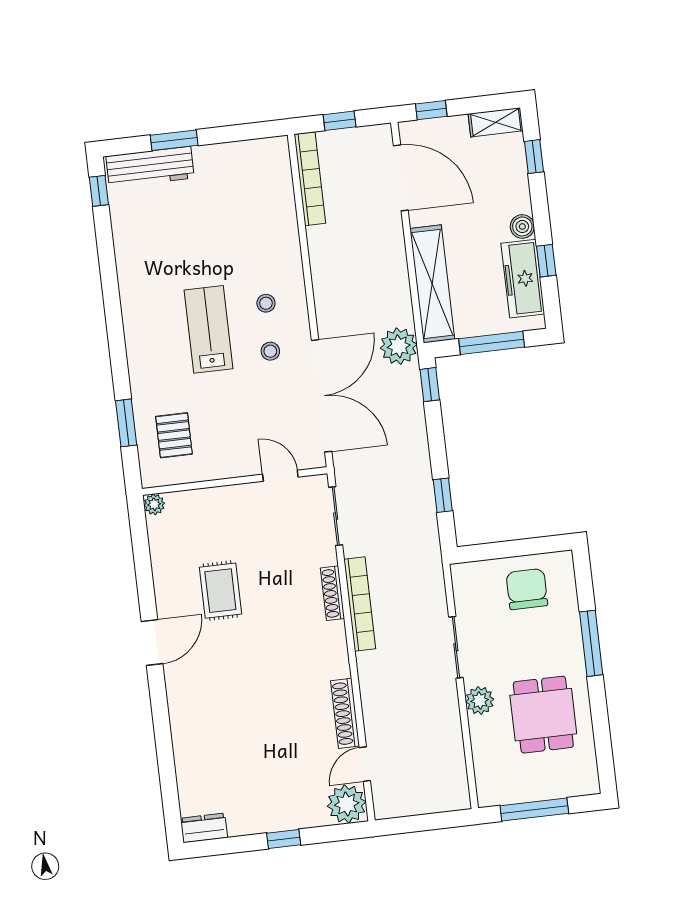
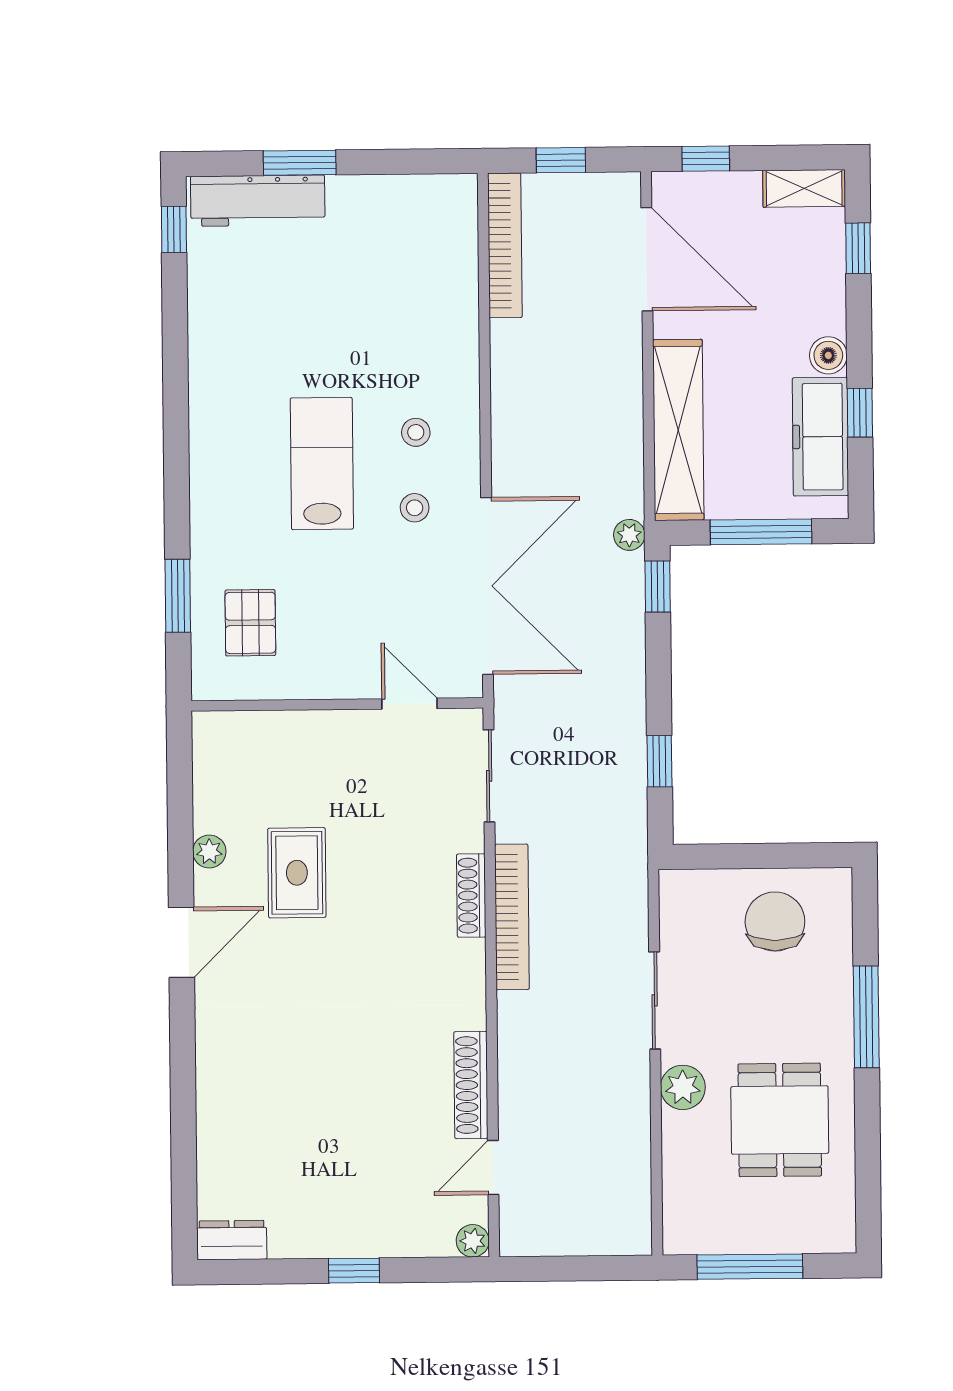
plant: (399, 346) -> (629, 535), width x0.53, depth x0.53
plant: (154, 504) -> (209, 852), moved
plant: (347, 804) -> (473, 1241), width x0.53, depth x0.53

